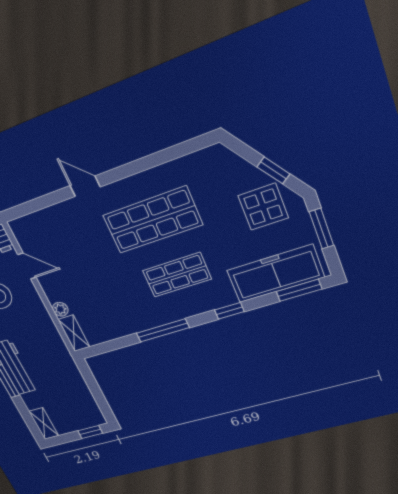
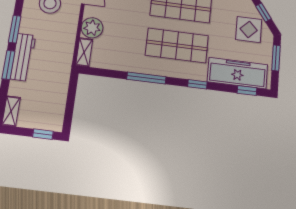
shop shelf: (177, 275) -> (177, 45), width x1.43, depth x1.36
window: (299, 290) -> (247, 91), width x0.67
plant: (60, 309) -> (92, 28), width x1.88, depth x1.88

